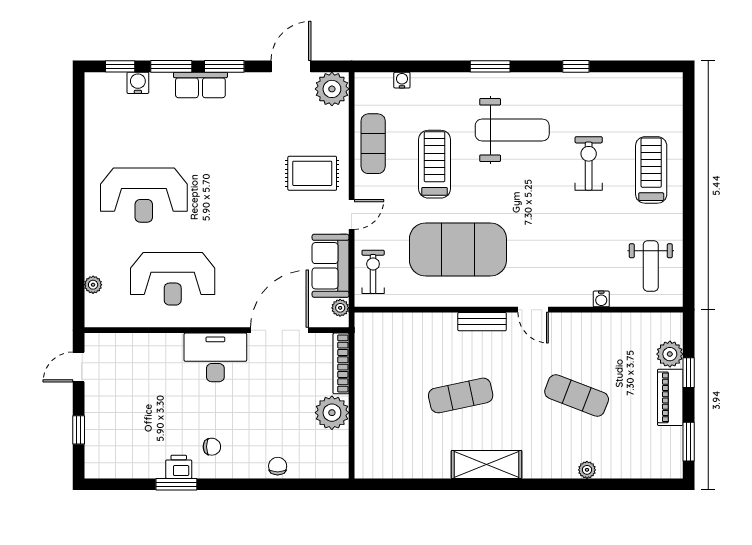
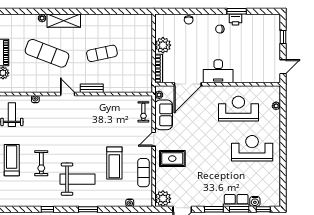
row of seats: (200, 85) -> (236, 200), moved
weight bench: (512, 130) -> (78, 179), turned 180
treadmill: (651, 170) -> (12, 160), turned 180
exercise mat: (458, 249) -> (103, 123), removed
exercise mat: (577, 395) -> (47, 53), width x1.36, depth x1.45
shelving: (487, 464) -> (64, 21), moved

